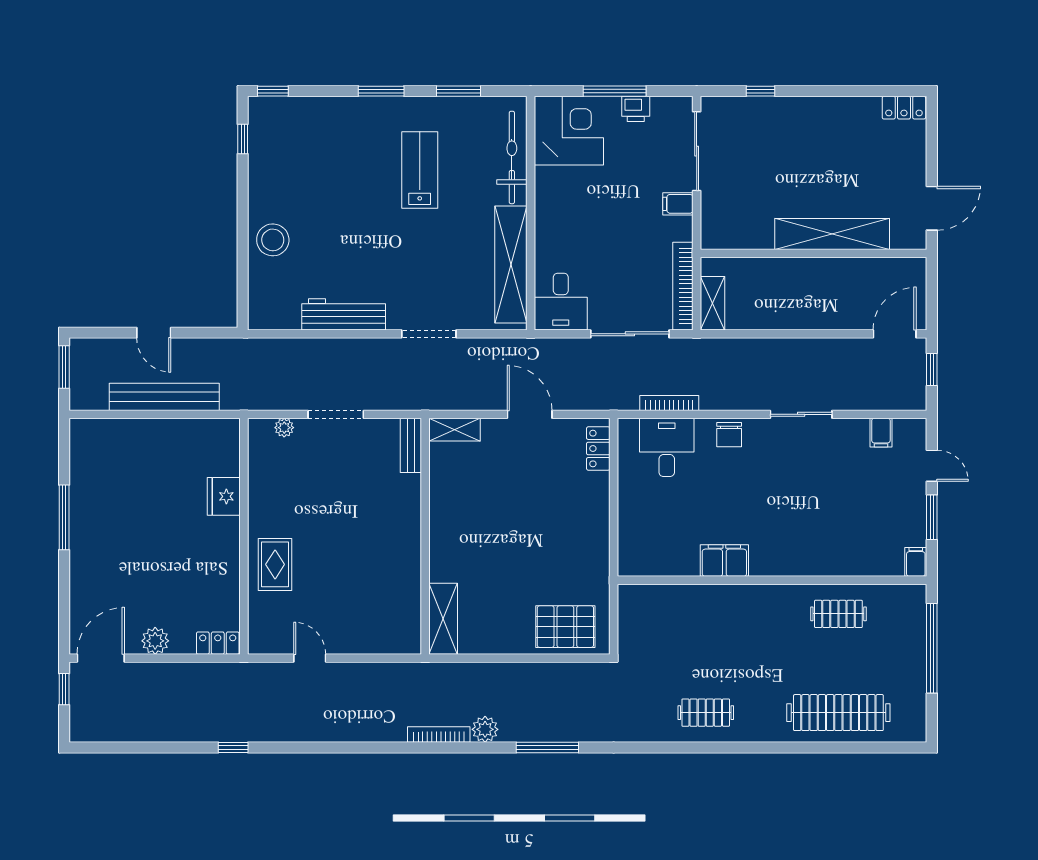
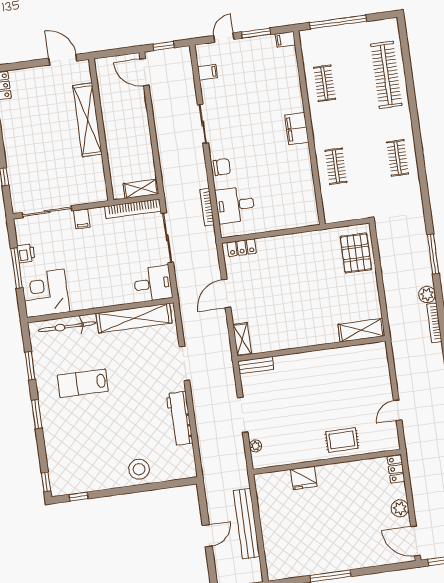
filing cabinet: (724, 560) -> (297, 129), moved
clothes rail: (706, 614) -> (336, 166), added

